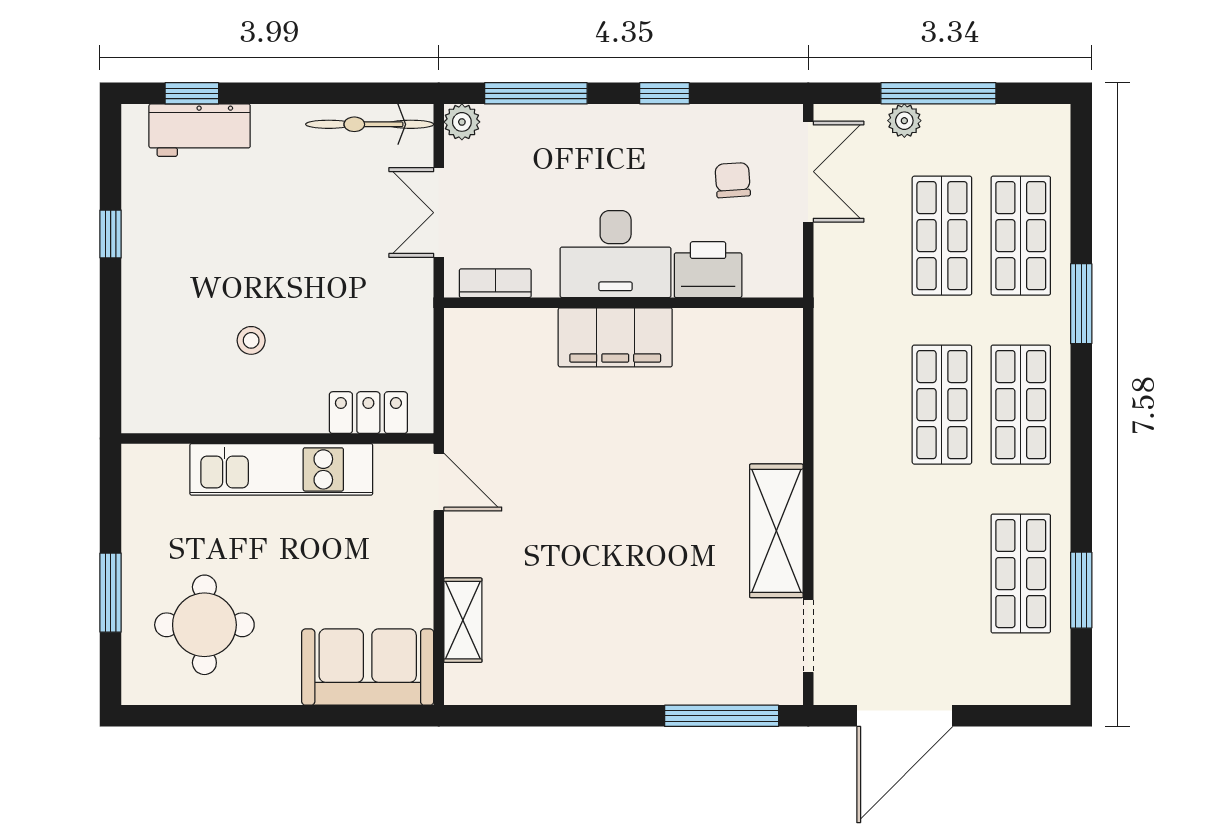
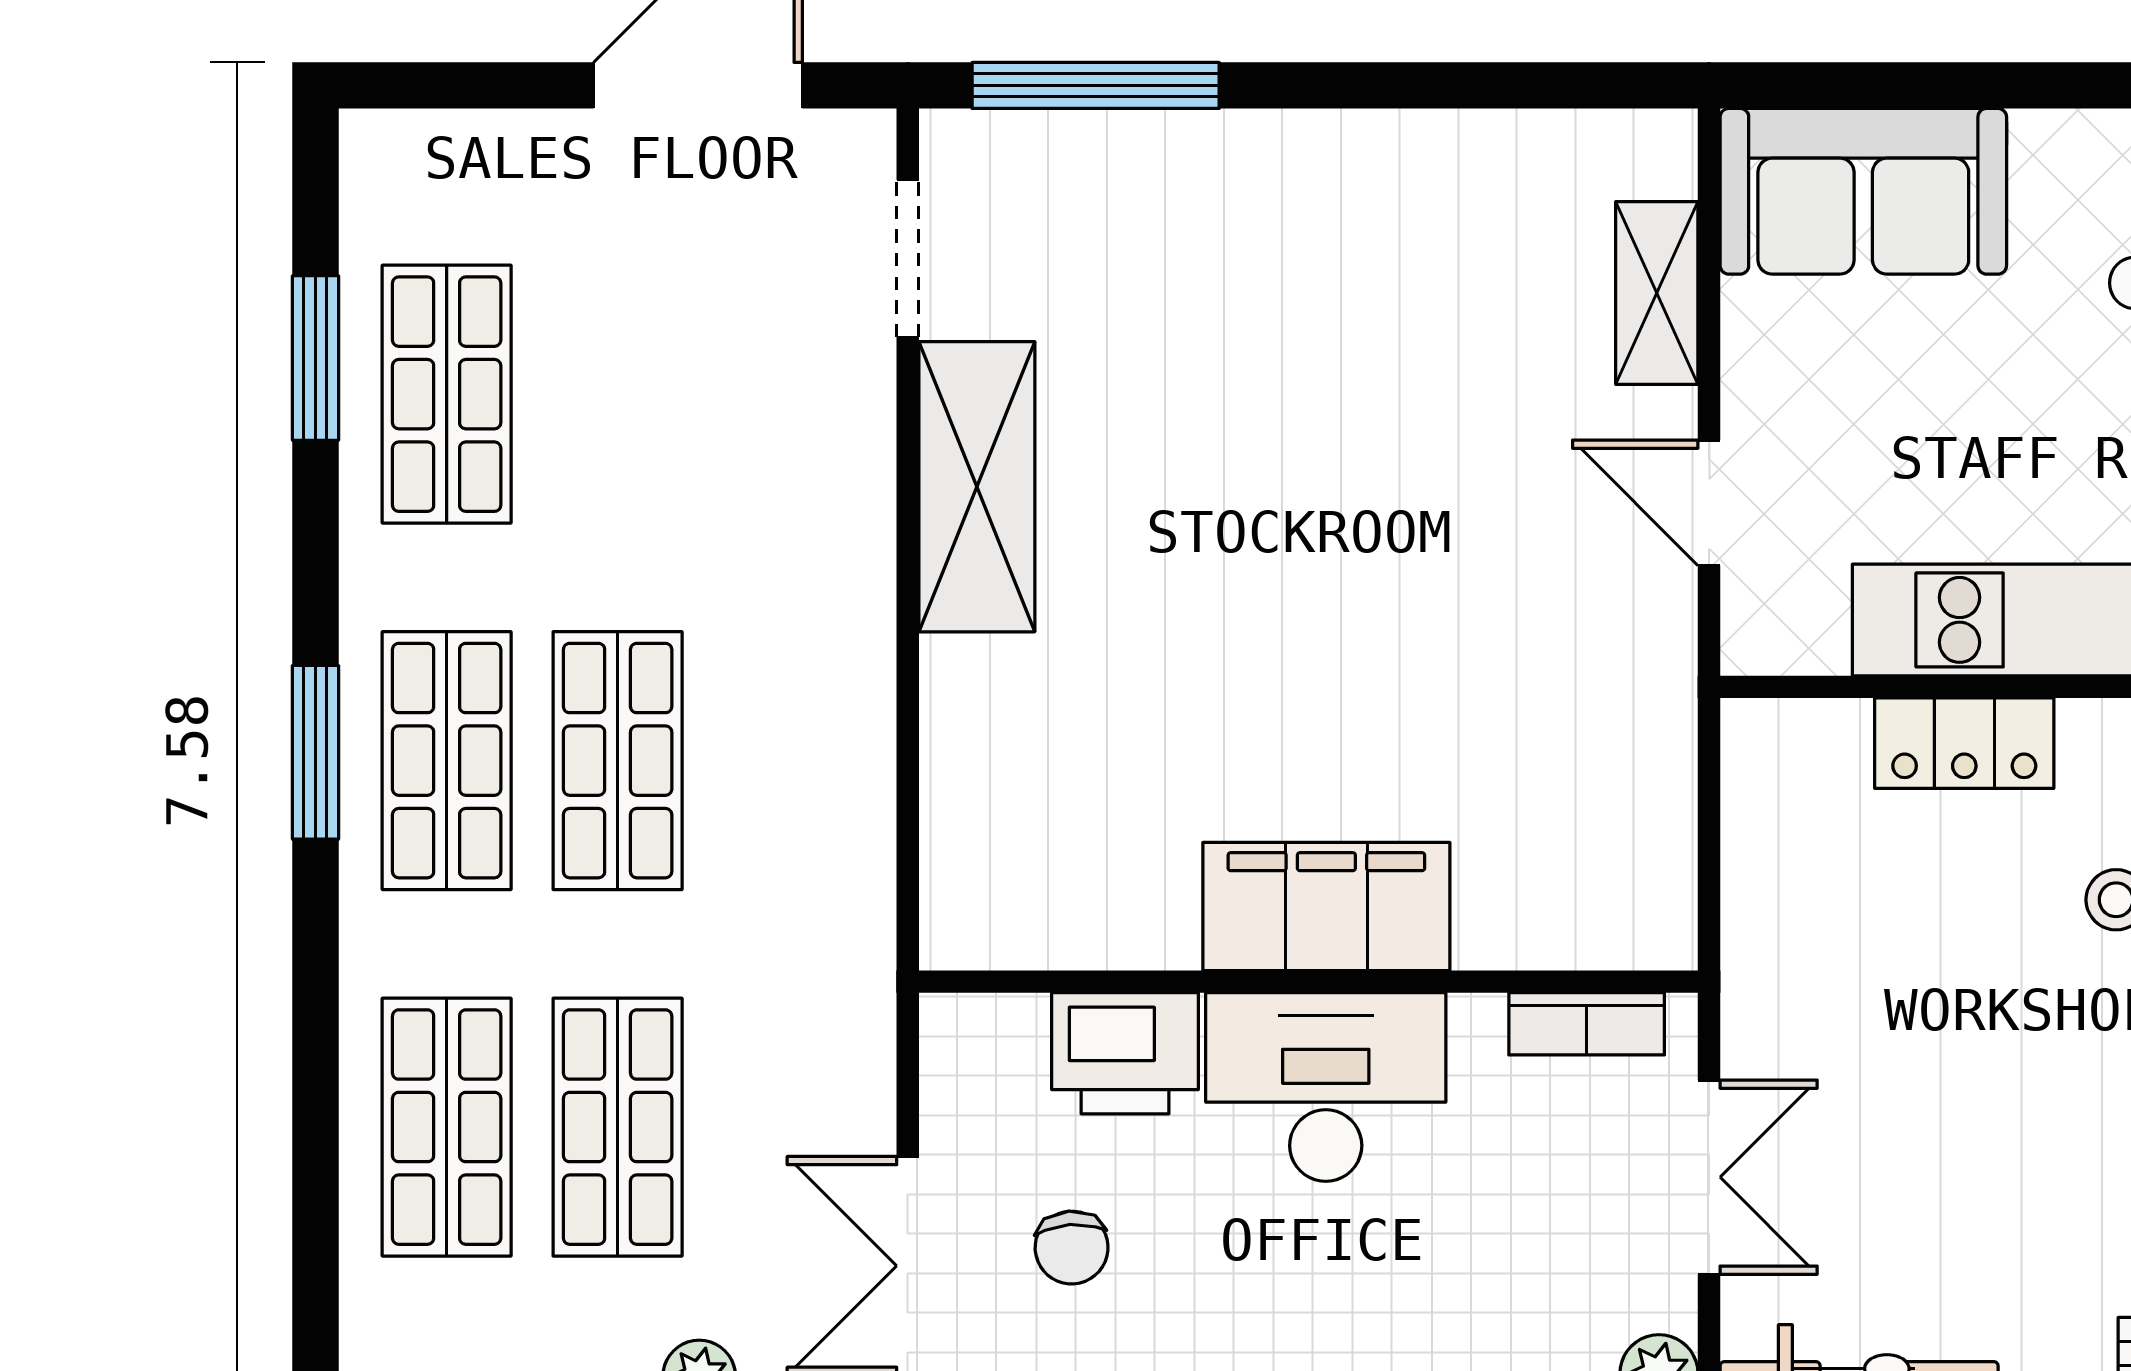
window: (1081, 304) -> (315, 752), moved
locker: (368, 413) -> (1964, 743), moved
door: (439, 482) -> (1709, 503), moved

